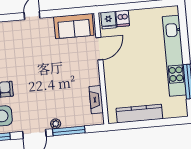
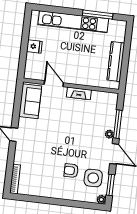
dishwasher: (123, 18) -> (32, 59), removed
fridge: (108, 20) -> (34, 46), moved
fireplace: (96, 100) -> (79, 93), moved

